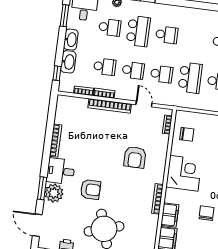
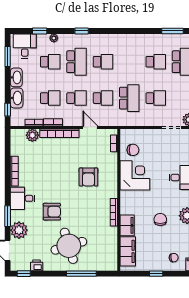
plant: (80, 104) -> (32, 135), added
corner desk: (184, 173) -> (135, 175), moved
plant: (54, 193) -> (19, 230), moved

